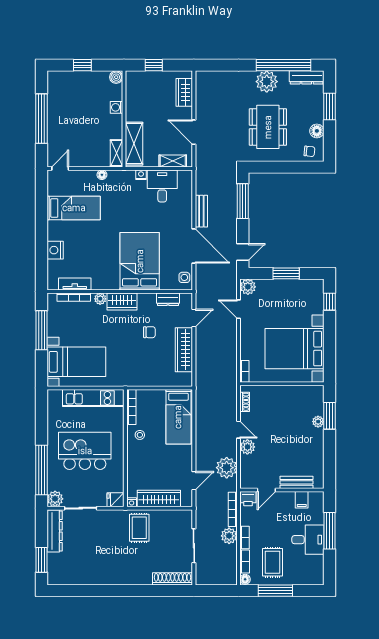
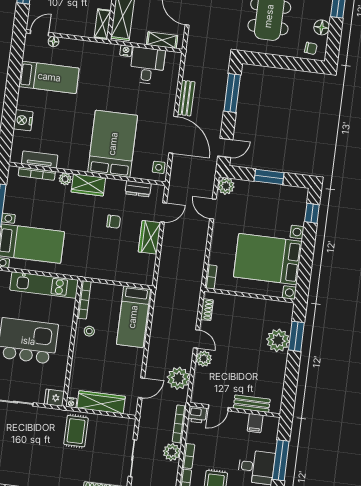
floor lamp: (102, 175) -> (54, 42), moved
wardrobe: (184, 350) -> (149, 237), width x0.67
plant: (318, 422) -> (278, 340), width x1.88, depth x1.88

